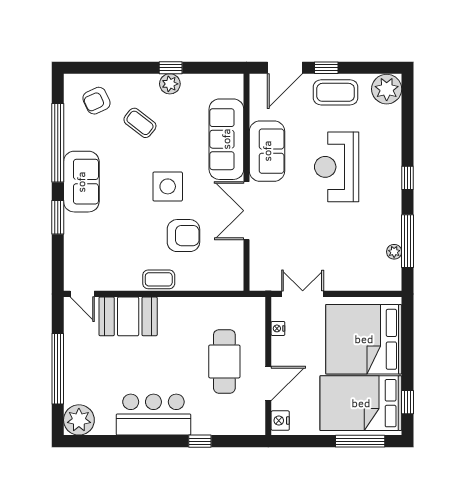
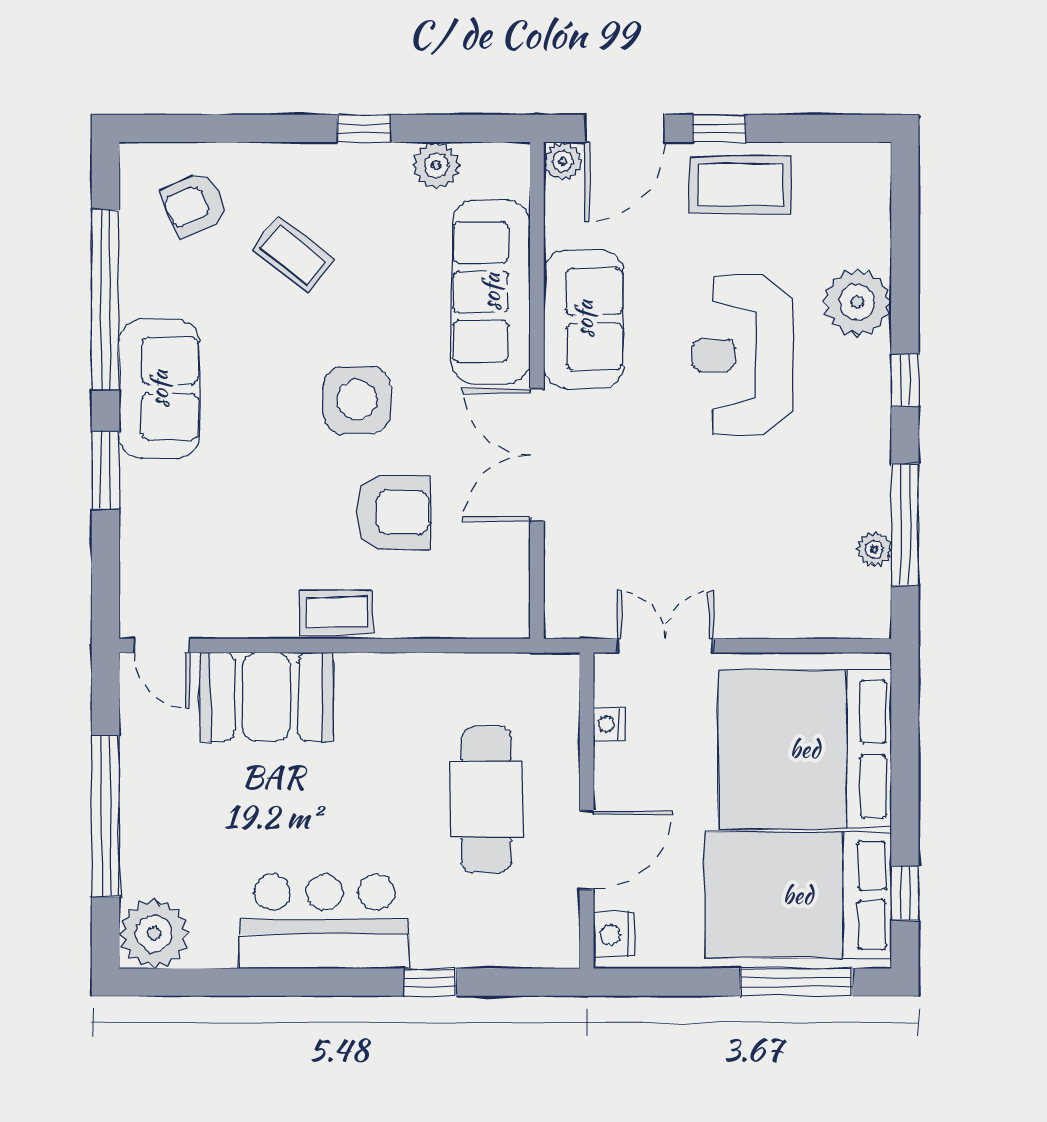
plant: (258, 82) -> (563, 161), added
plant: (170, 84) -> (436, 165), moved
plant: (387, 89) -> (857, 302), moved

